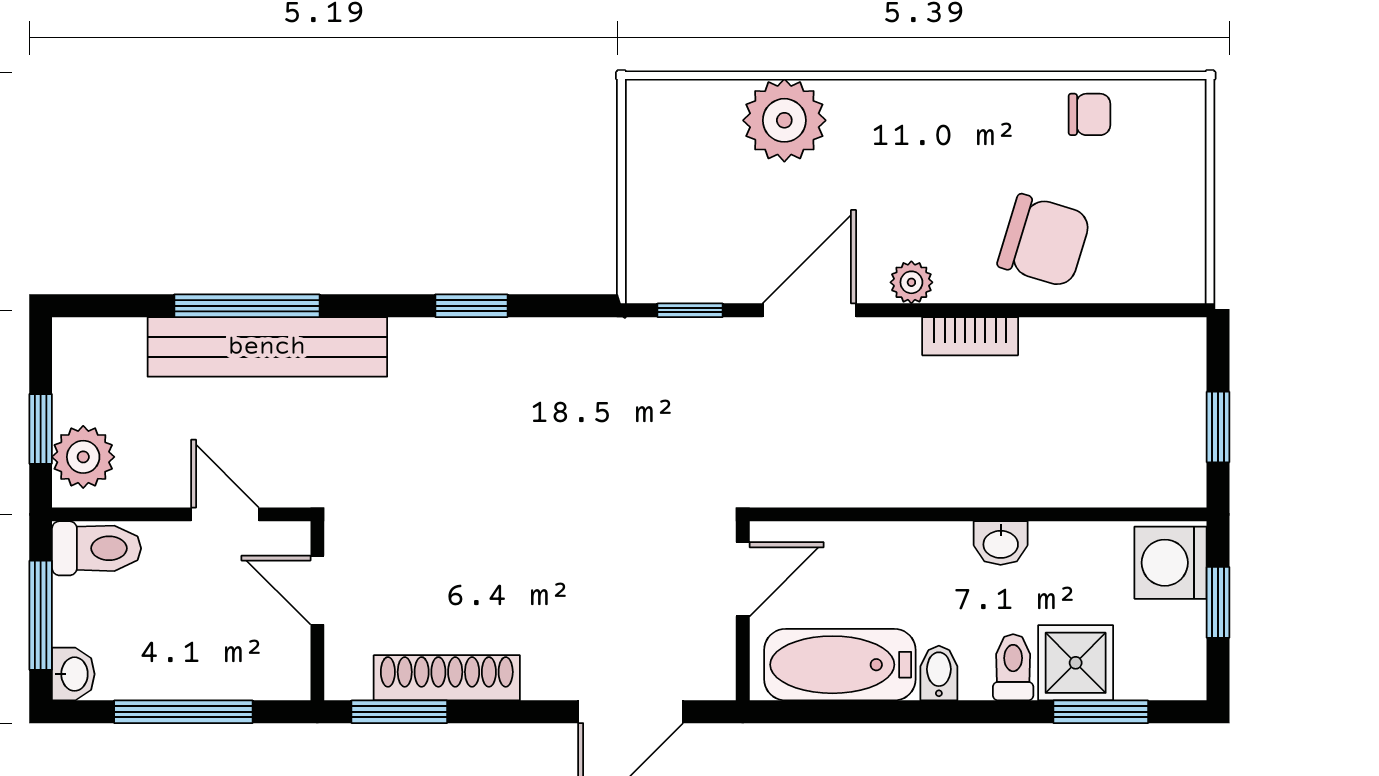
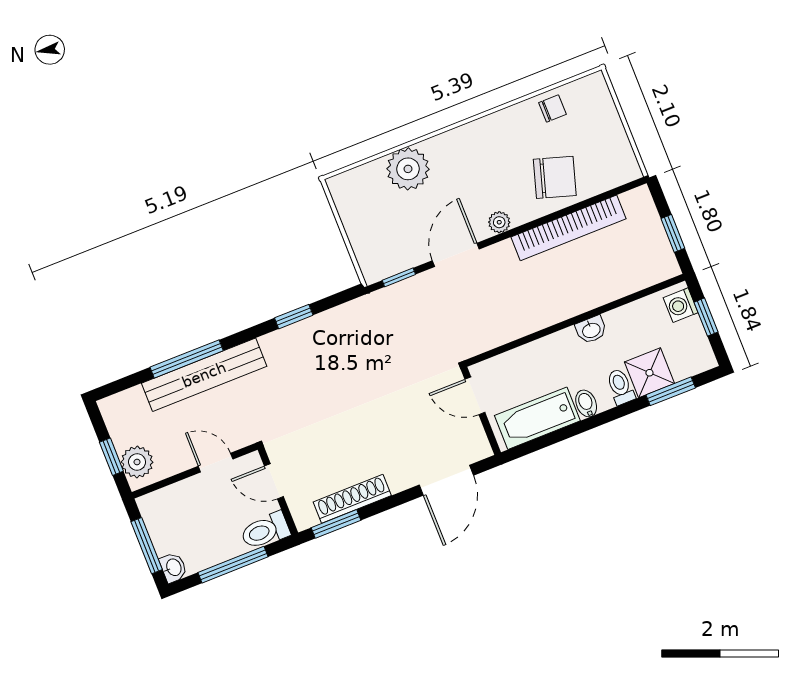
bookcase: (970, 336) -> (569, 228), width x2.31, depth x1.31
toilet: (97, 548) -> (265, 531), moved, turned 180
washing machine: (1171, 563) -> (681, 305), width x0.73, depth x0.73
door: (743, 579) -> (475, 396), swing flipped

